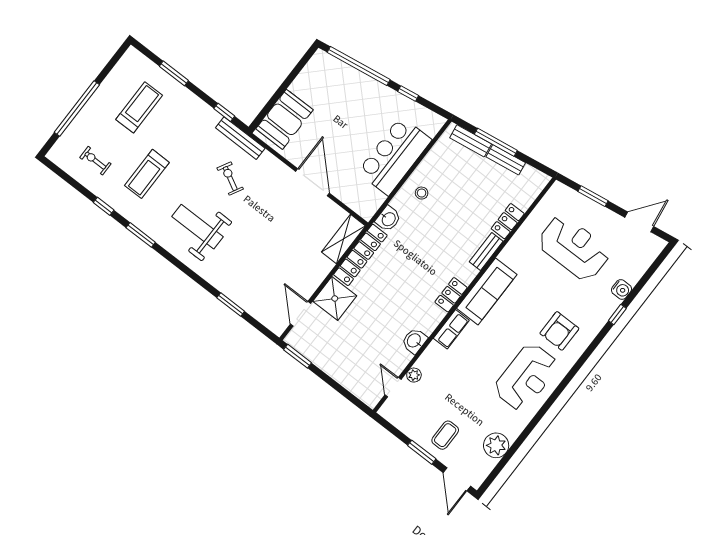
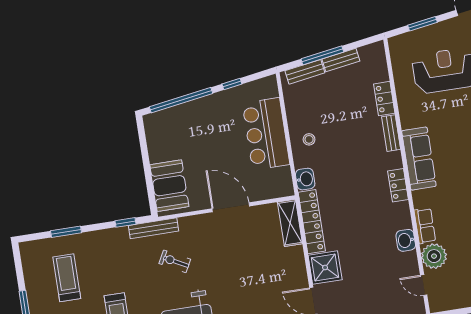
row of seats: (451, 329) -> (425, 226), moved
plant: (414, 375) -> (434, 256), width x1.88, depth x1.88

